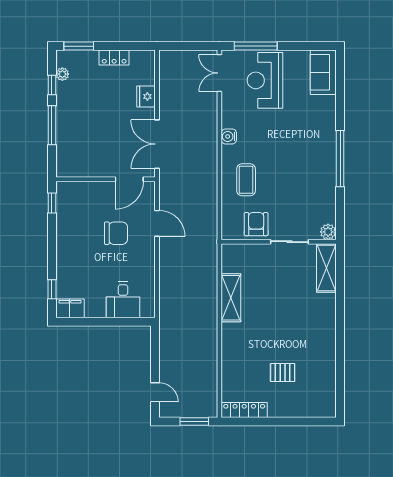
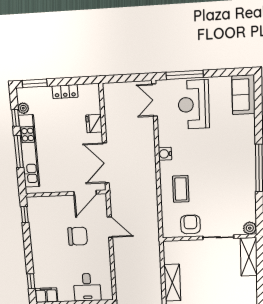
kitchen unit: (65, 125) -> (29, 151), added

